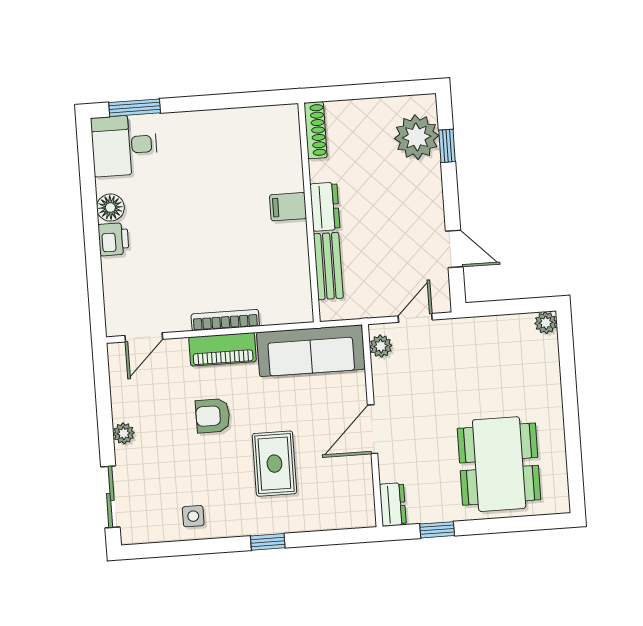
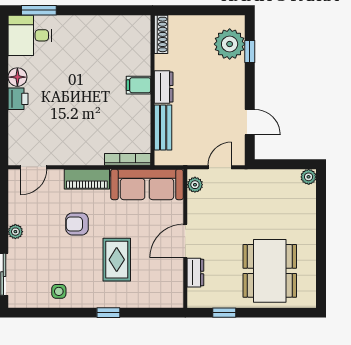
bookcase: (225, 320) -> (128, 159), moved
dresser: (393, 505) -> (195, 273), moved

